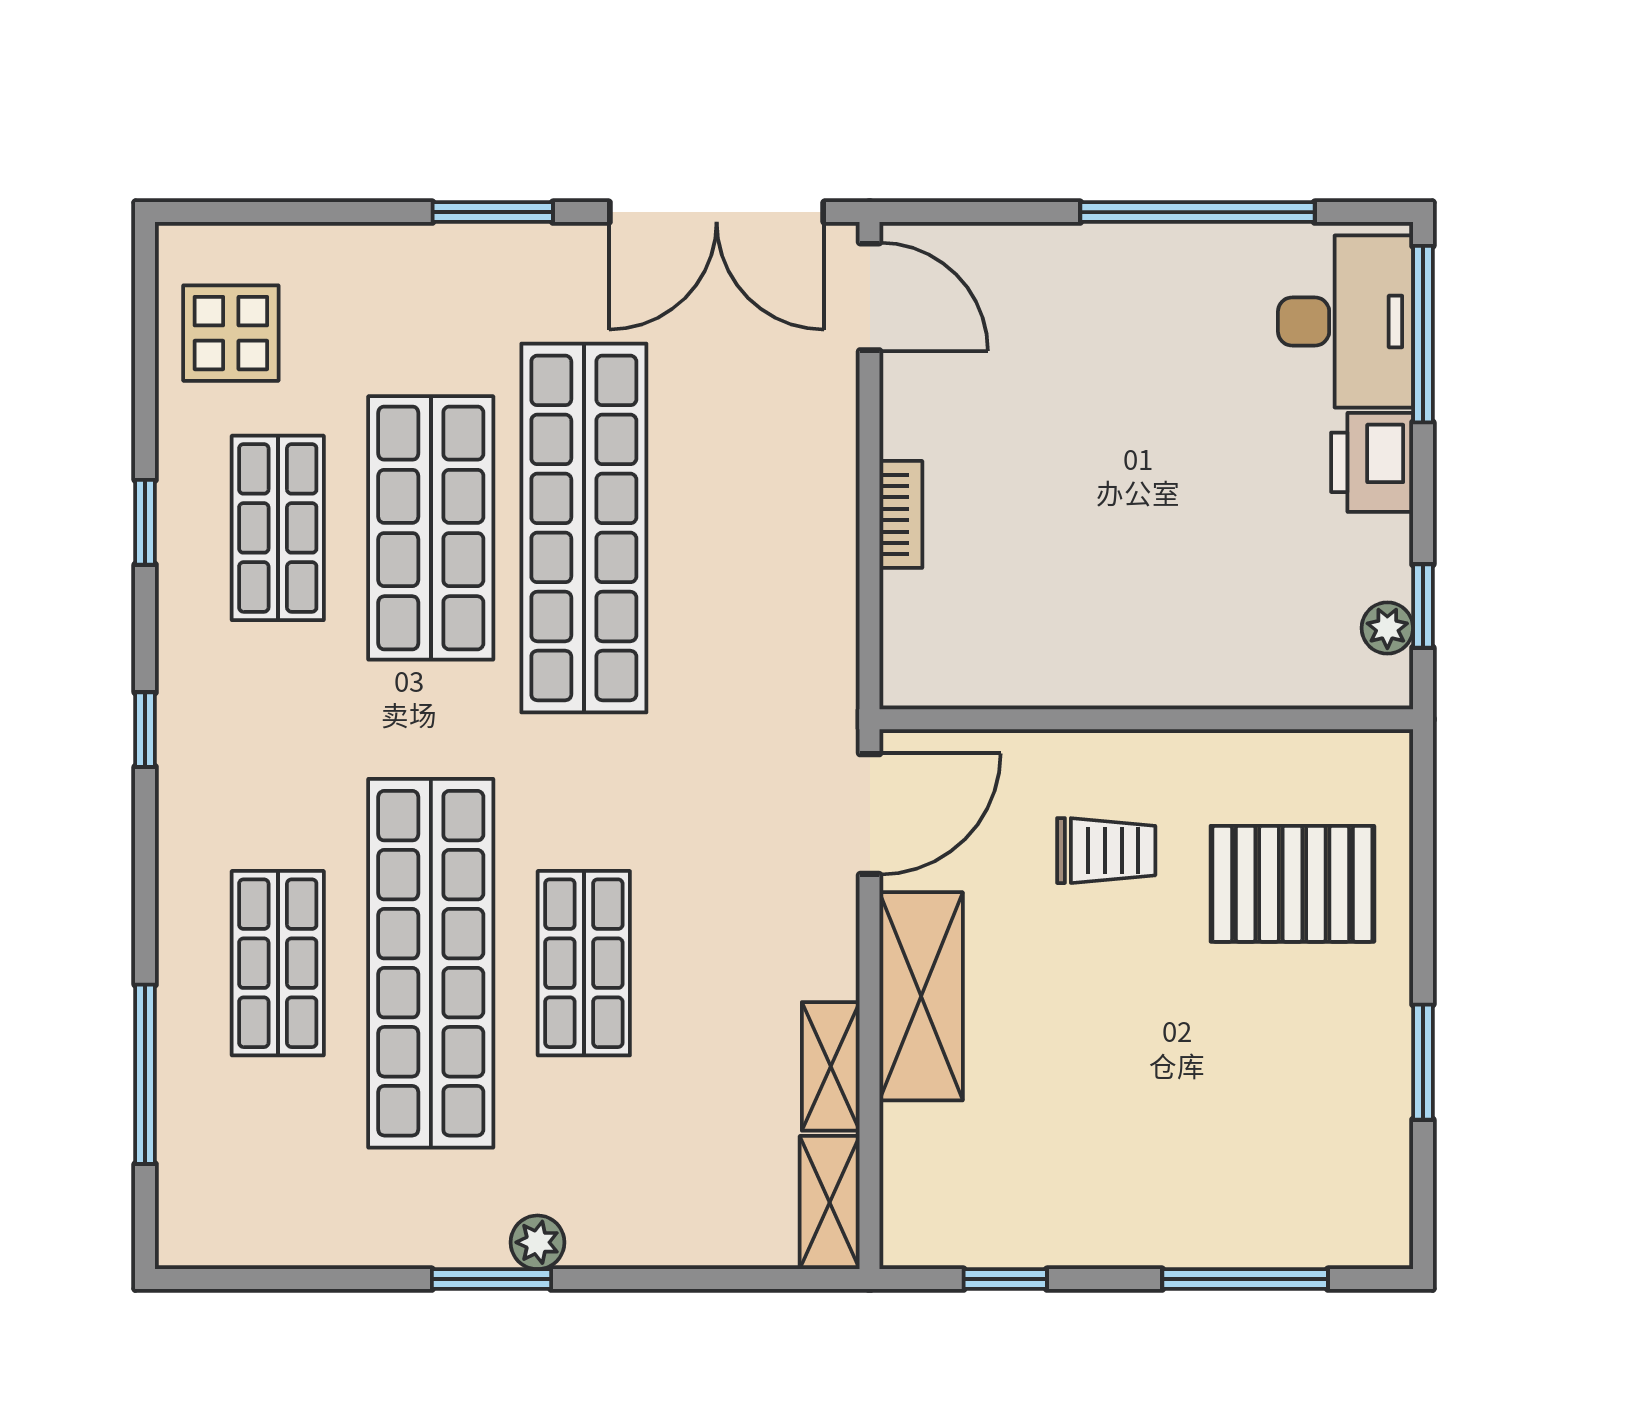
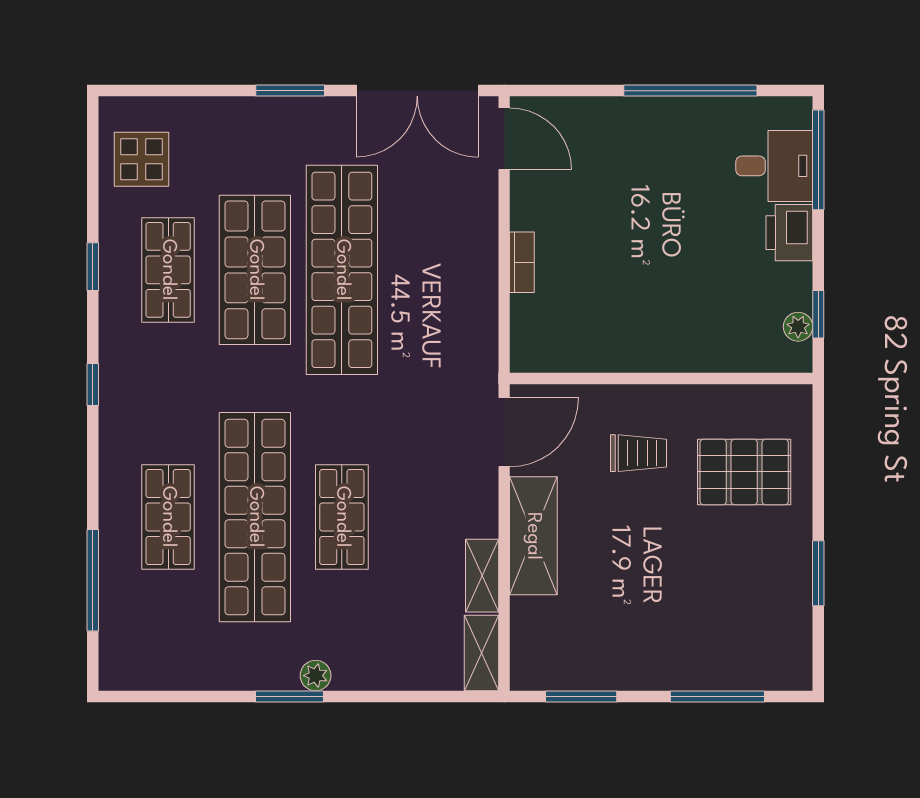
desk: (1345, 321) -> (774, 166), width x0.73
window: (1005, 1279) -> (581, 696), width x1.50

